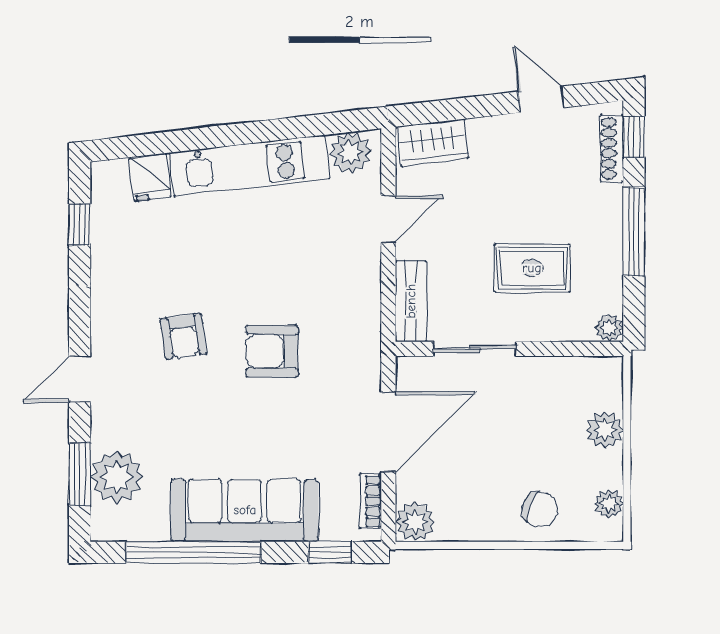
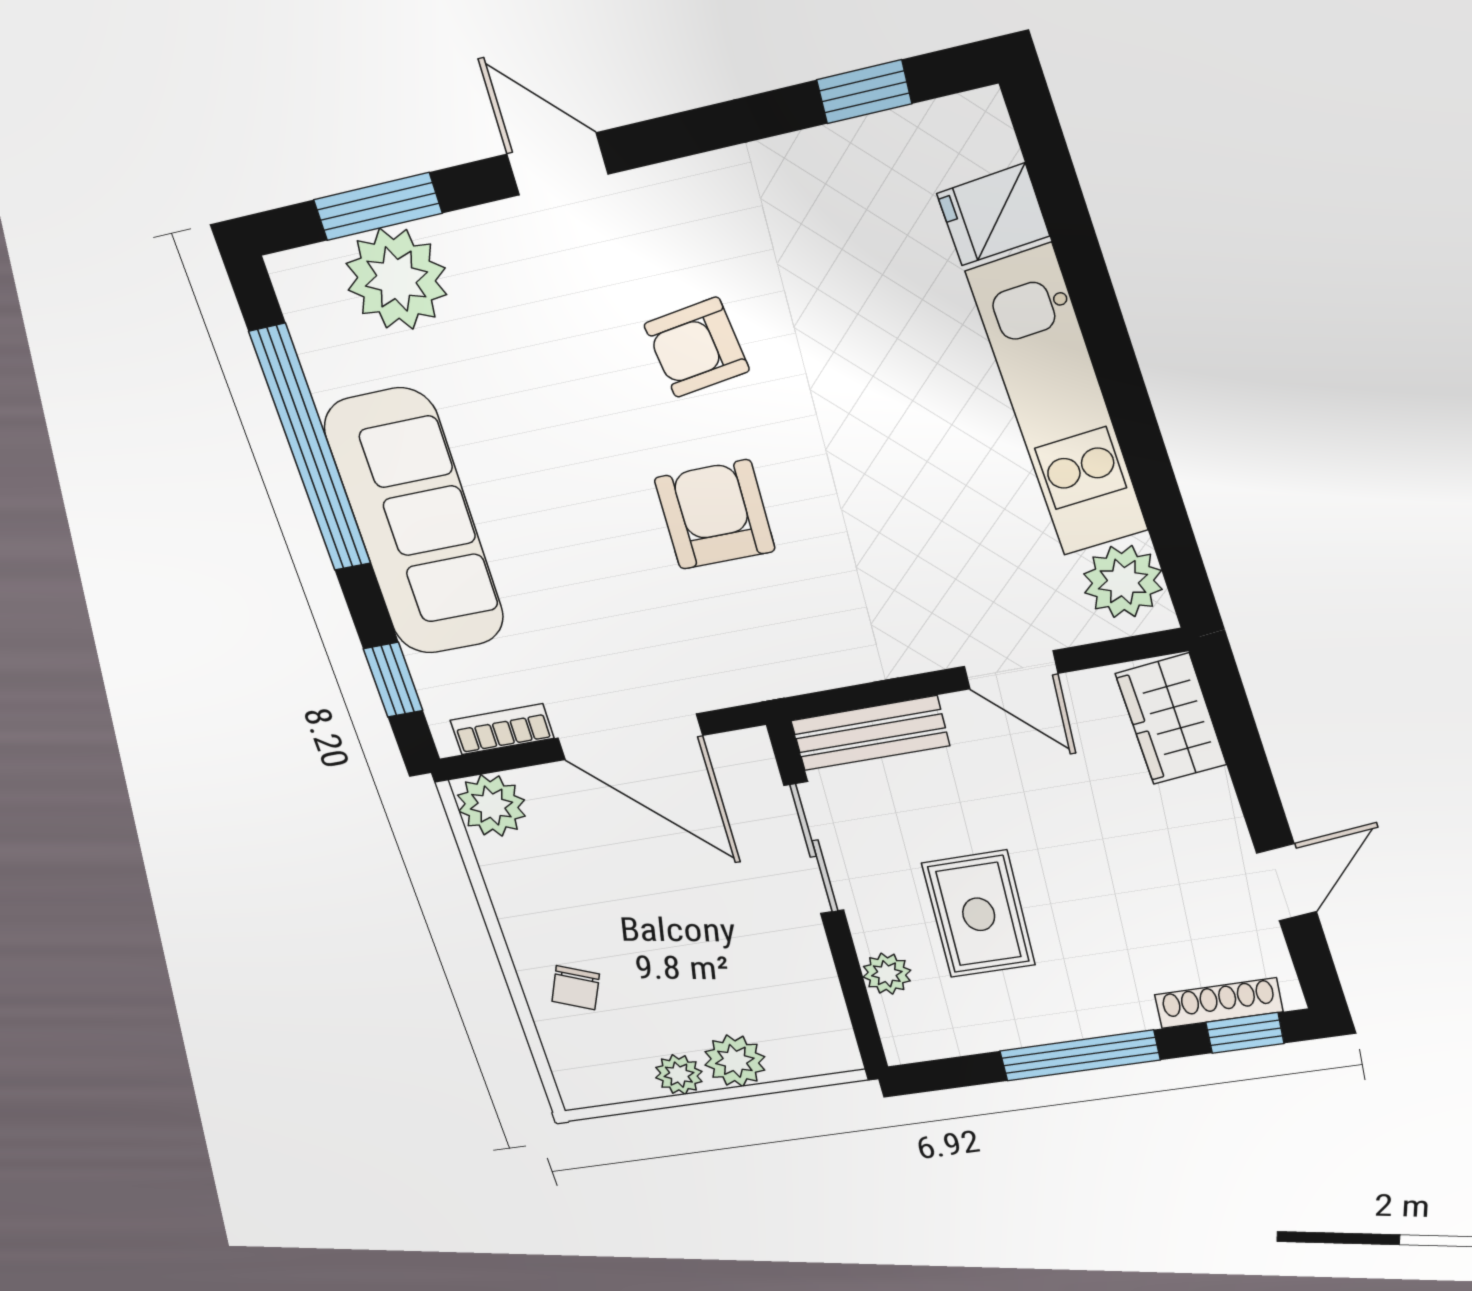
plant: (609, 328) -> (887, 974), moved
plant: (609, 504) -> (679, 1075), moved
chair: (540, 509) -> (576, 988), width x0.73, depth x0.73

